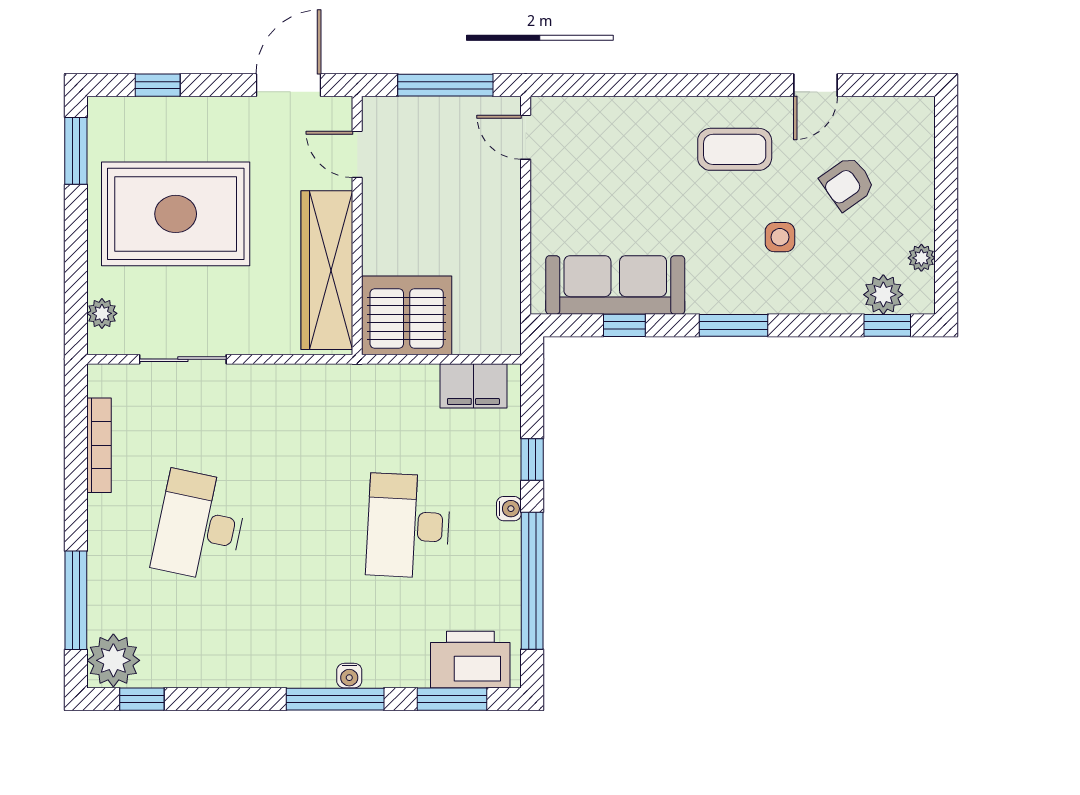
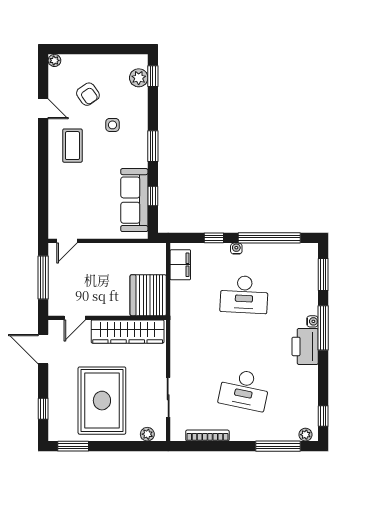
plant: (921, 258) -> (54, 60), moved
plant: (113, 660) -> (305, 435), width x0.53, depth x0.53
printer: (470, 660) -> (305, 346), moved

